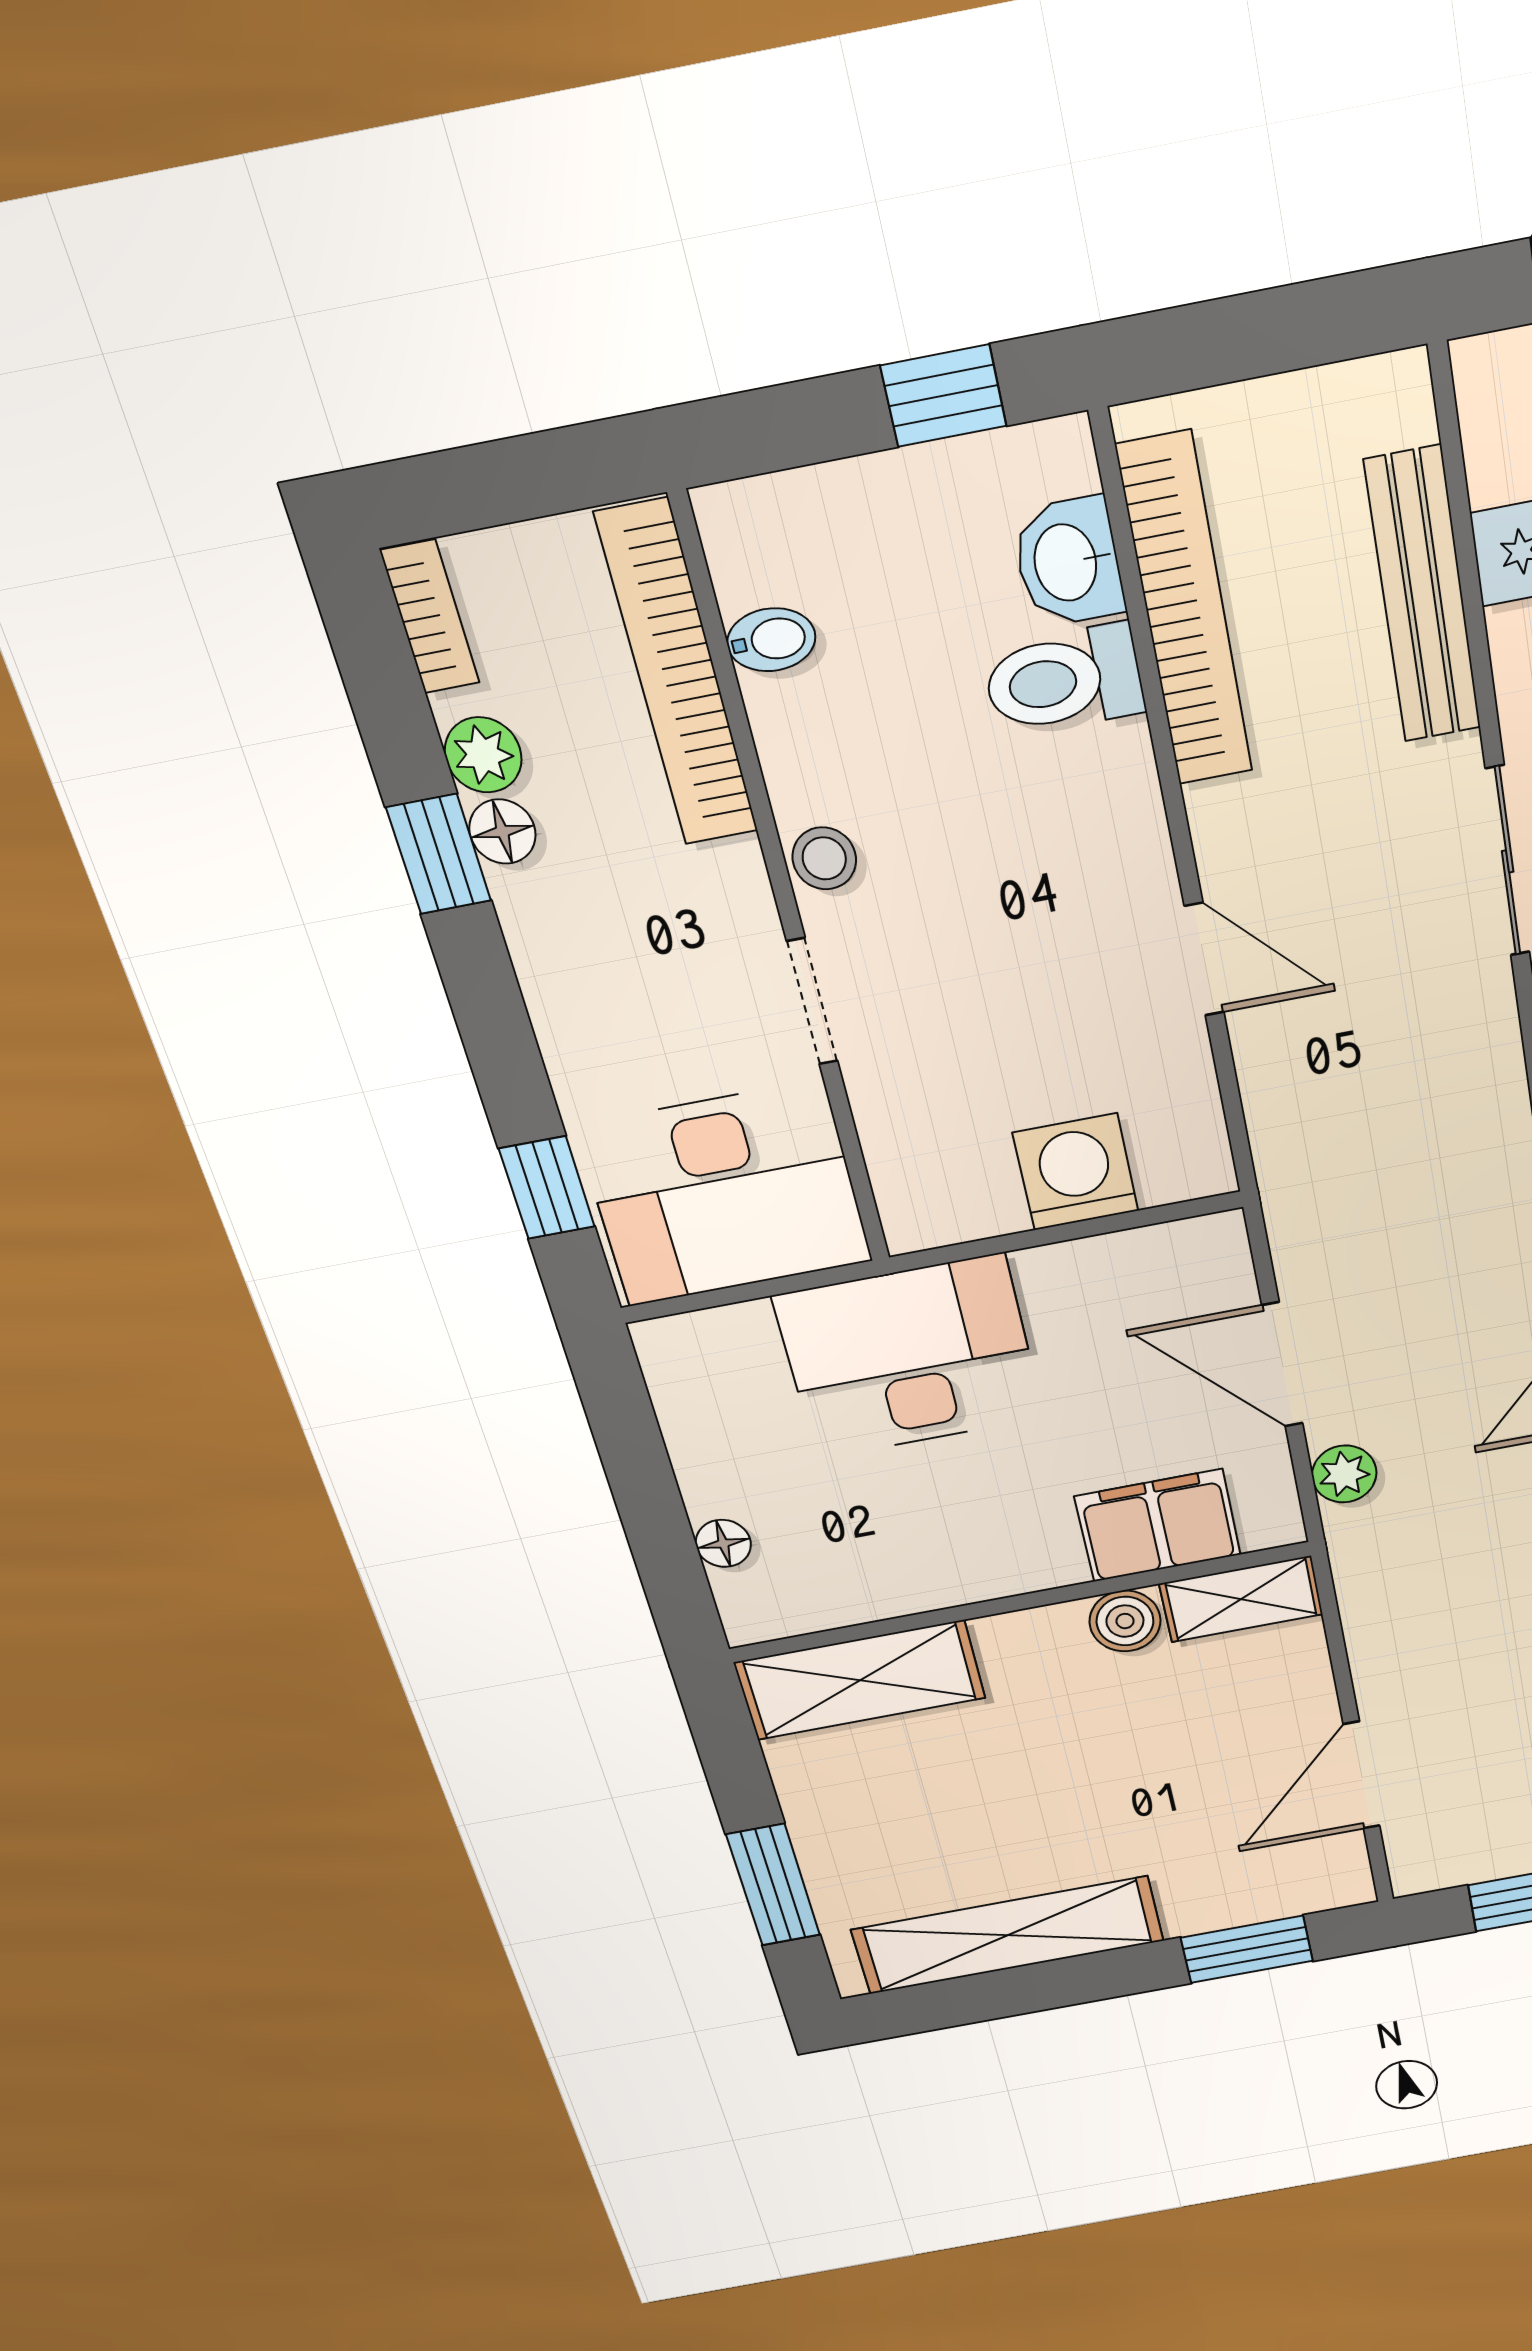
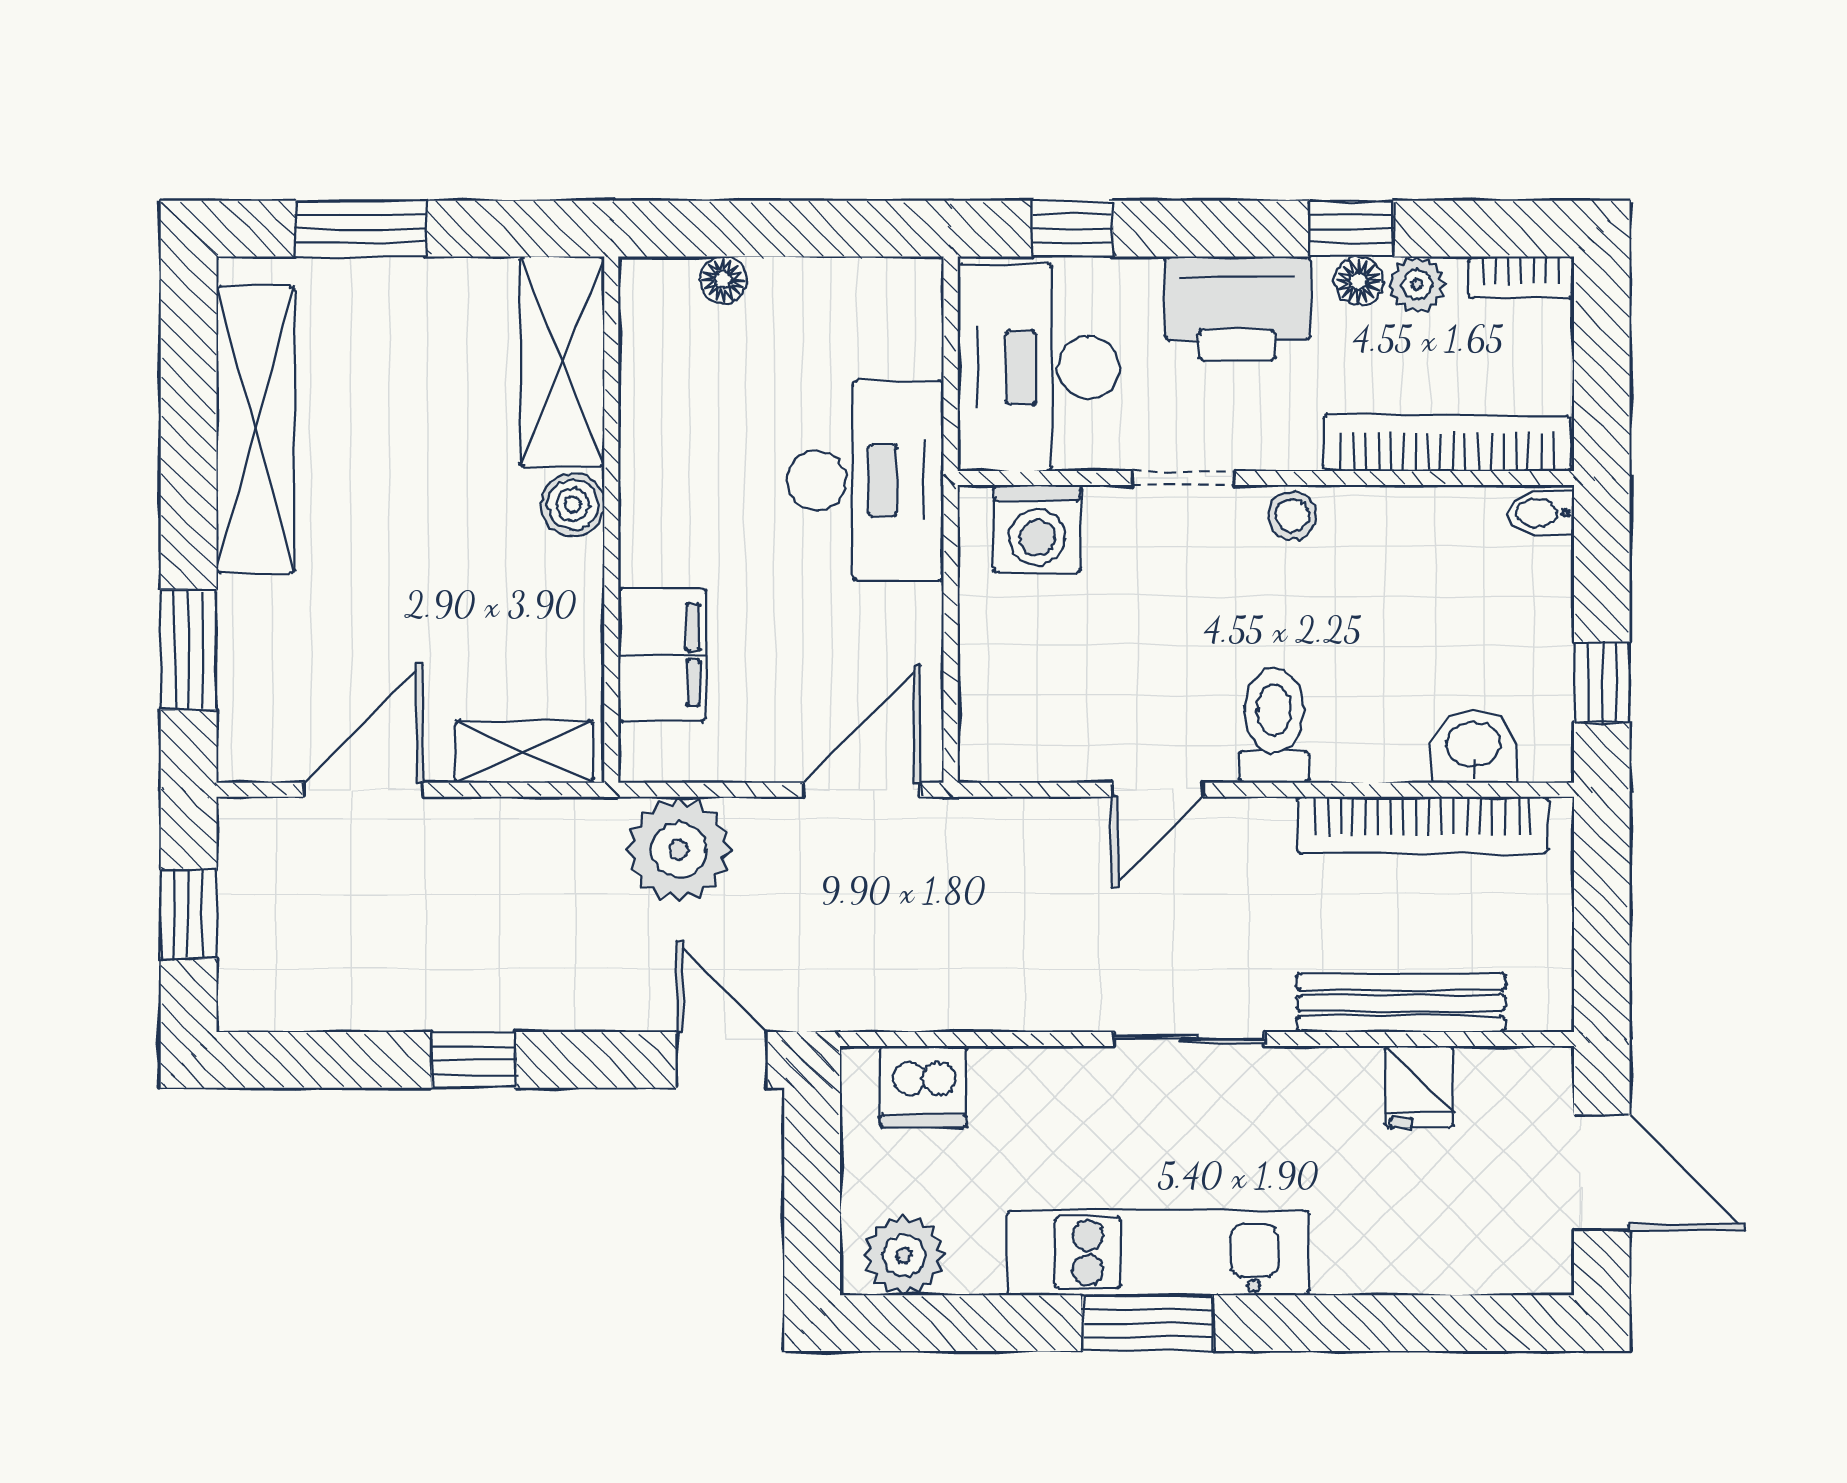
bidet: (771, 640) -> (1541, 513), moved, turned 90
toilet: (1064, 680) -> (1274, 726), moved
printer: (584, 976) -> (1237, 309), added
washing machine: (1076, 1172) -> (1037, 529), moved, turned 90
door: (1282, 1365) -> (861, 790), moved
plant: (1344, 1474) -> (679, 850), width x1.88, depth x1.88
shelving: (1241, 1599) -> (524, 752), moved, turned 90
boiler: (1125, 1621) -> (573, 505), moved
door: (1362, 1775) -> (363, 790), hinge flipped

